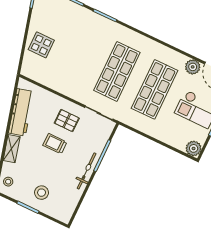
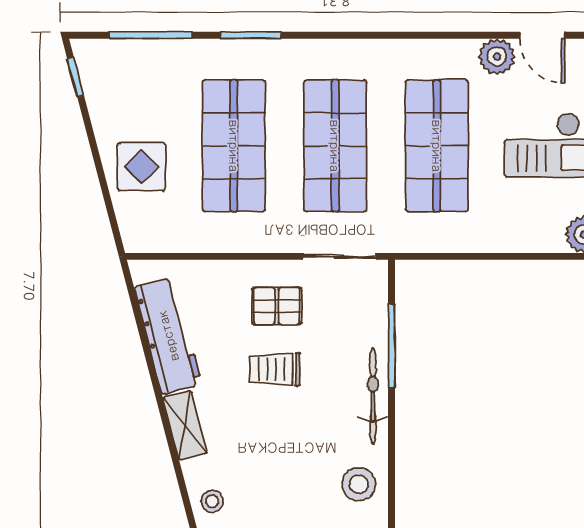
shop shelf: (79, 53) -> (234, 146), added
stool: (42, 193) -> (359, 484), moved

